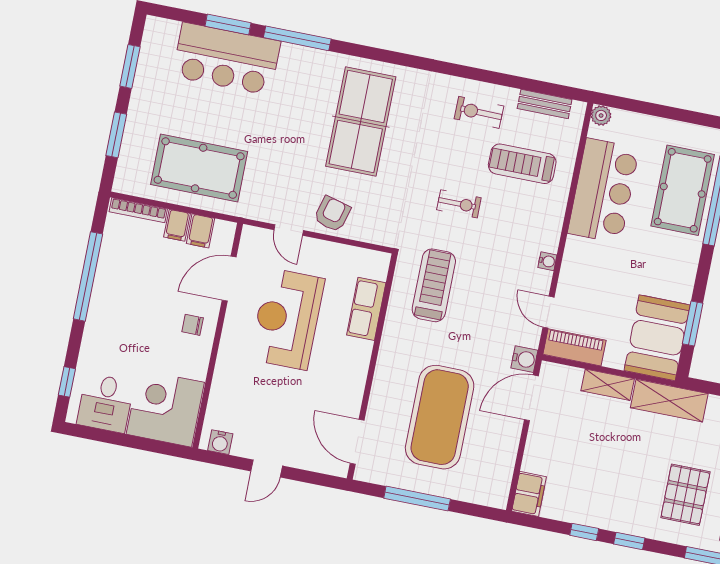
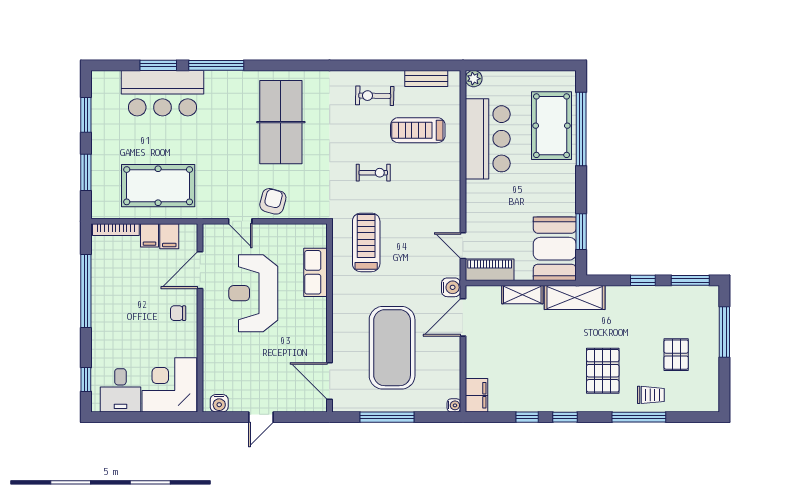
water cooler: (547, 261) -> (454, 405), moved

